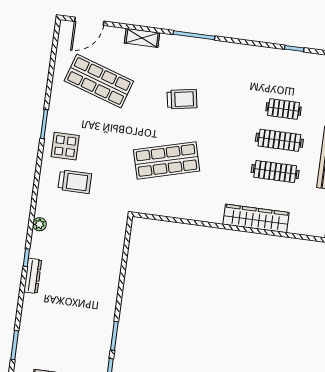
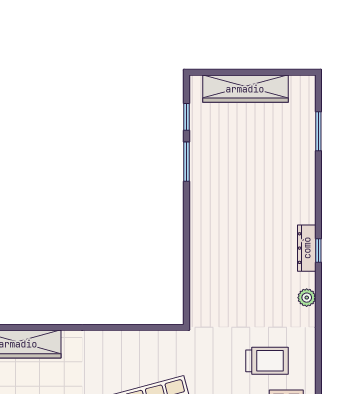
trolley: (75, 182) -> (267, 361), turned 180
dresser: (33, 276) -> (307, 248), moved

